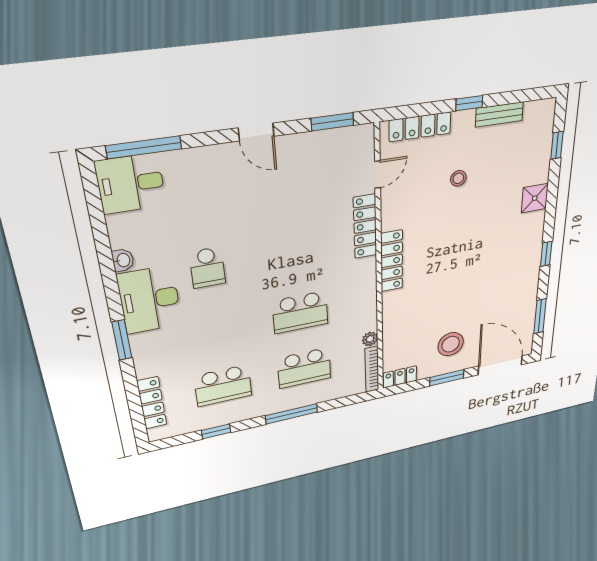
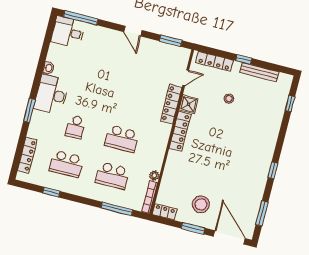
bench: (499, 114) -> (259, 72), width x1.36
shower: (535, 198) -> (189, 104), moved
school desk: (207, 268) -> (76, 127), moved
window: (292, 414) -> (117, 209), moved

